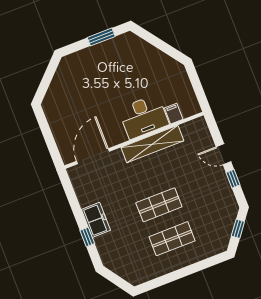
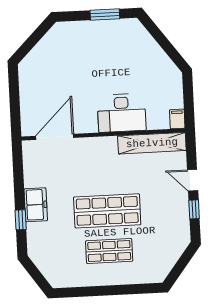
filing cabinet: (174, 114) -> (177, 119), moved
shelving: (152, 144) -> (152, 143), moved
shop shelf: (159, 205) -> (107, 211), width x1.43, depth x1.36
window: (238, 229) -> (182, 263), removed

